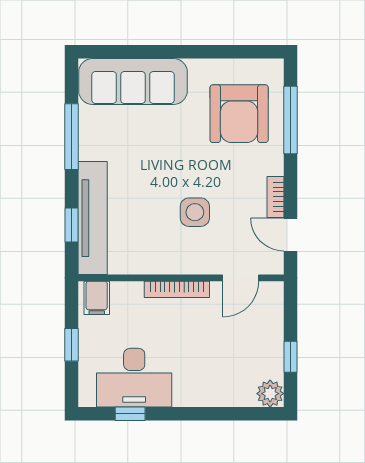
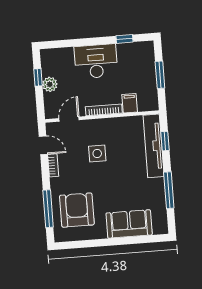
sofa: (133, 81) -> (129, 224), width x0.73
filing cabinet: (97, 298) -> (130, 103), moved
window: (72, 345) -> (160, 75), width x1.50
desk: (134, 378) -> (96, 61), moved
plant: (270, 394) -> (50, 84), moved

